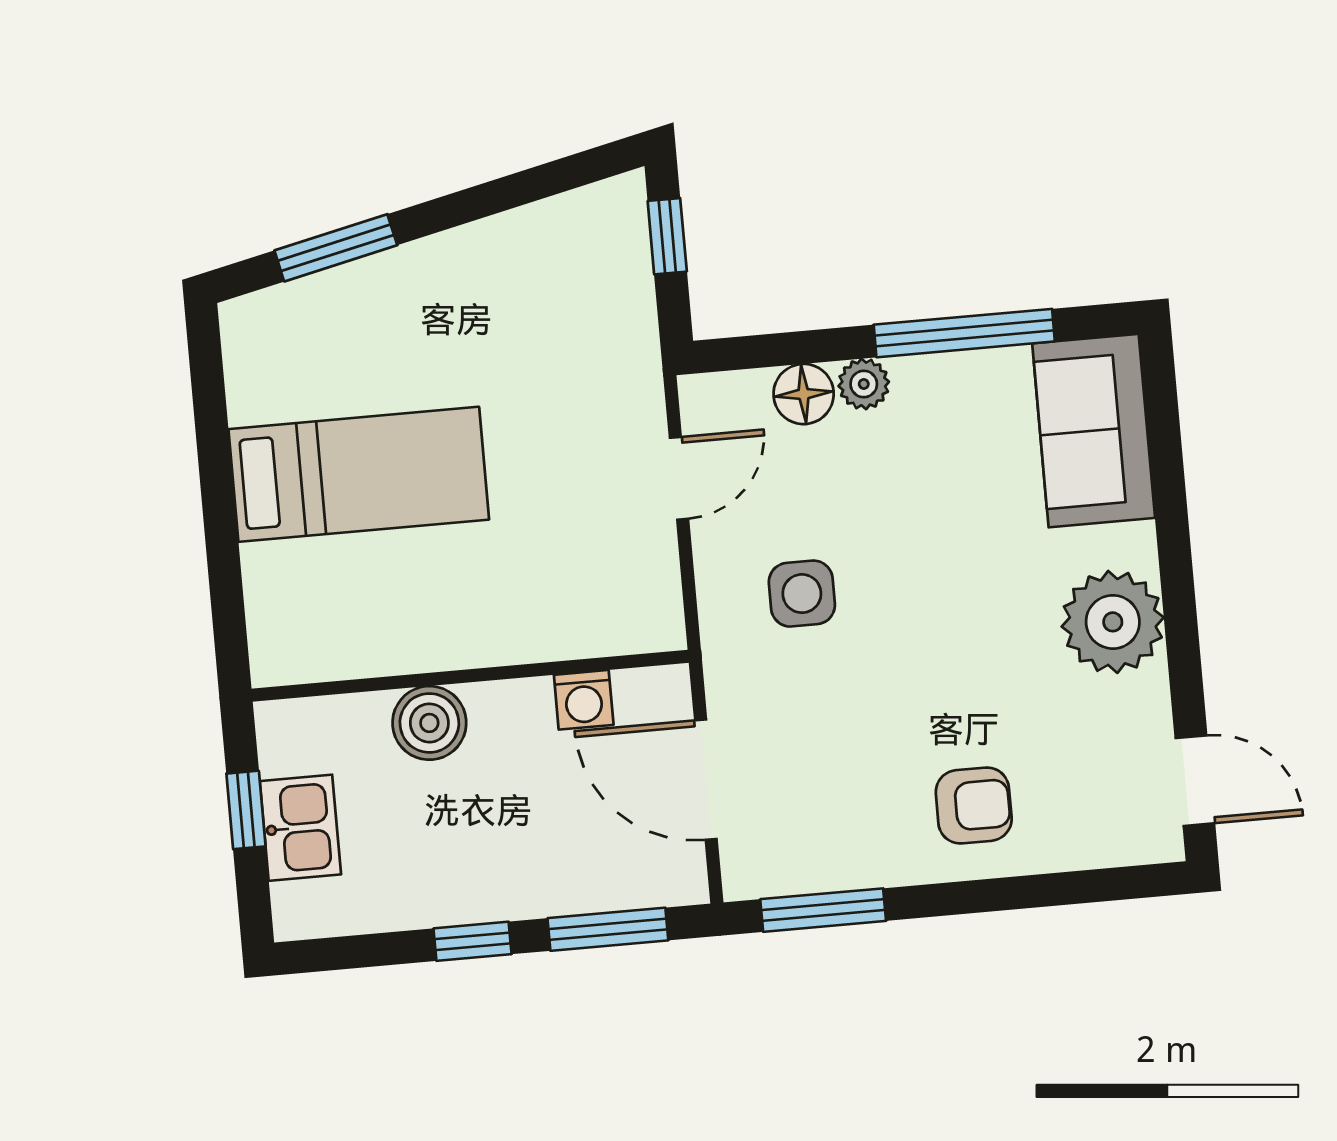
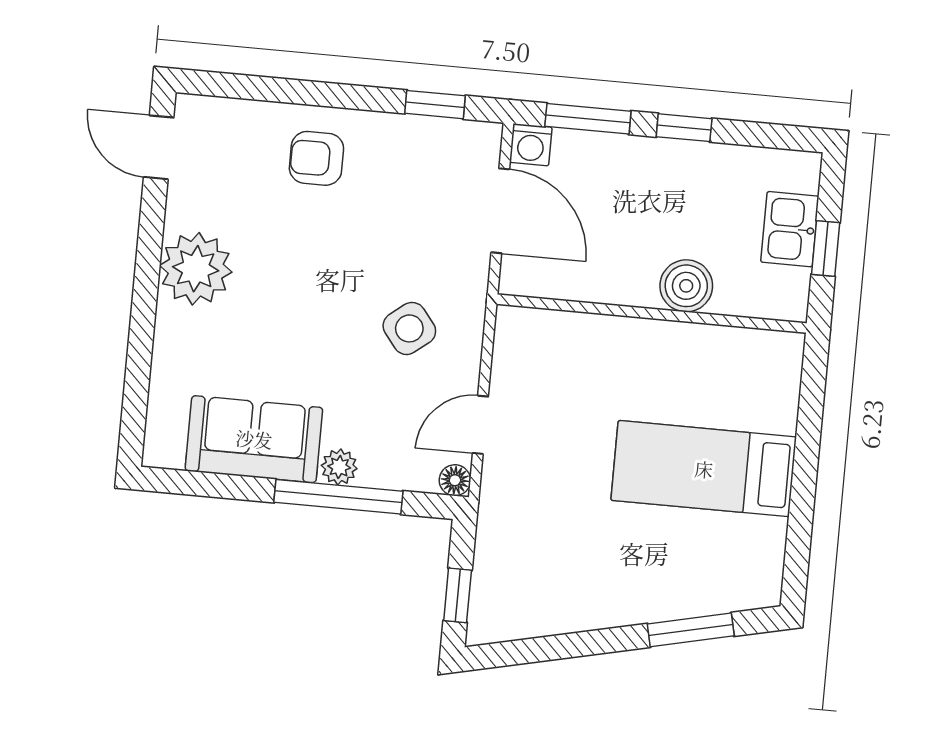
window: (964, 333) -> (338, 497), moved
floor lamp: (804, 394) -> (455, 480), moved, width x0.73, depth x0.73
sofa: (1094, 431) -> (254, 439), moved, turned -90
side table: (802, 594) -> (409, 328), turned -38
washing machine: (584, 700) -> (531, 145), moved, turned 180
window: (823, 910) -> (435, 105), width x0.67

